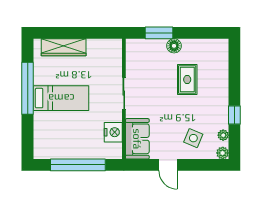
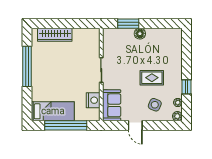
rug: (187, 79) -> (152, 78), moved, turned 90
bed: (61, 98) -> (53, 111), moved

